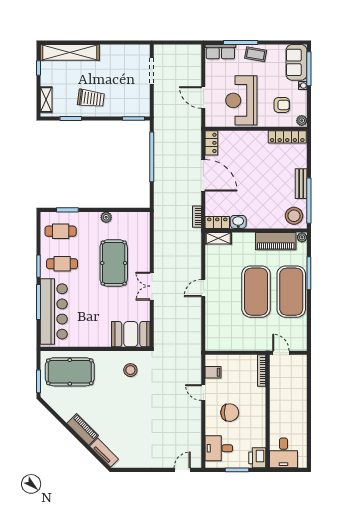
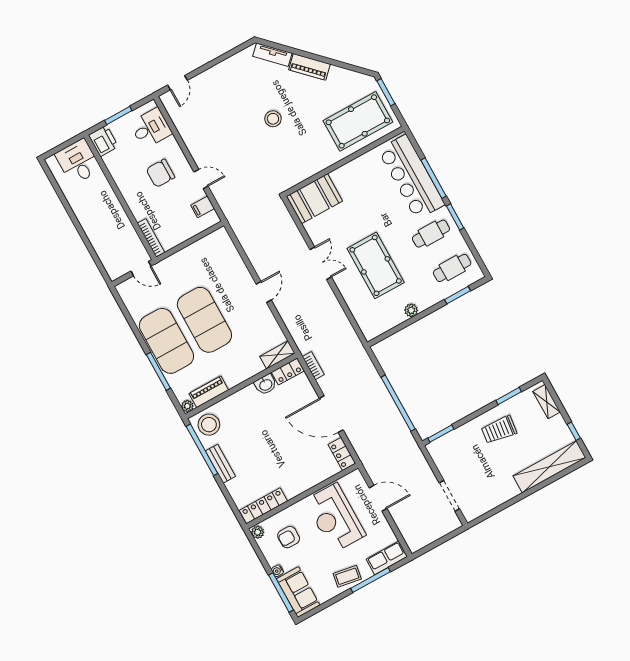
reception desk: (241, 100) -> (335, 518), turned 180
piano: (276, 241) -> (209, 392), width x0.73, depth x0.75
stool: (130, 370) -> (273, 119), moved

